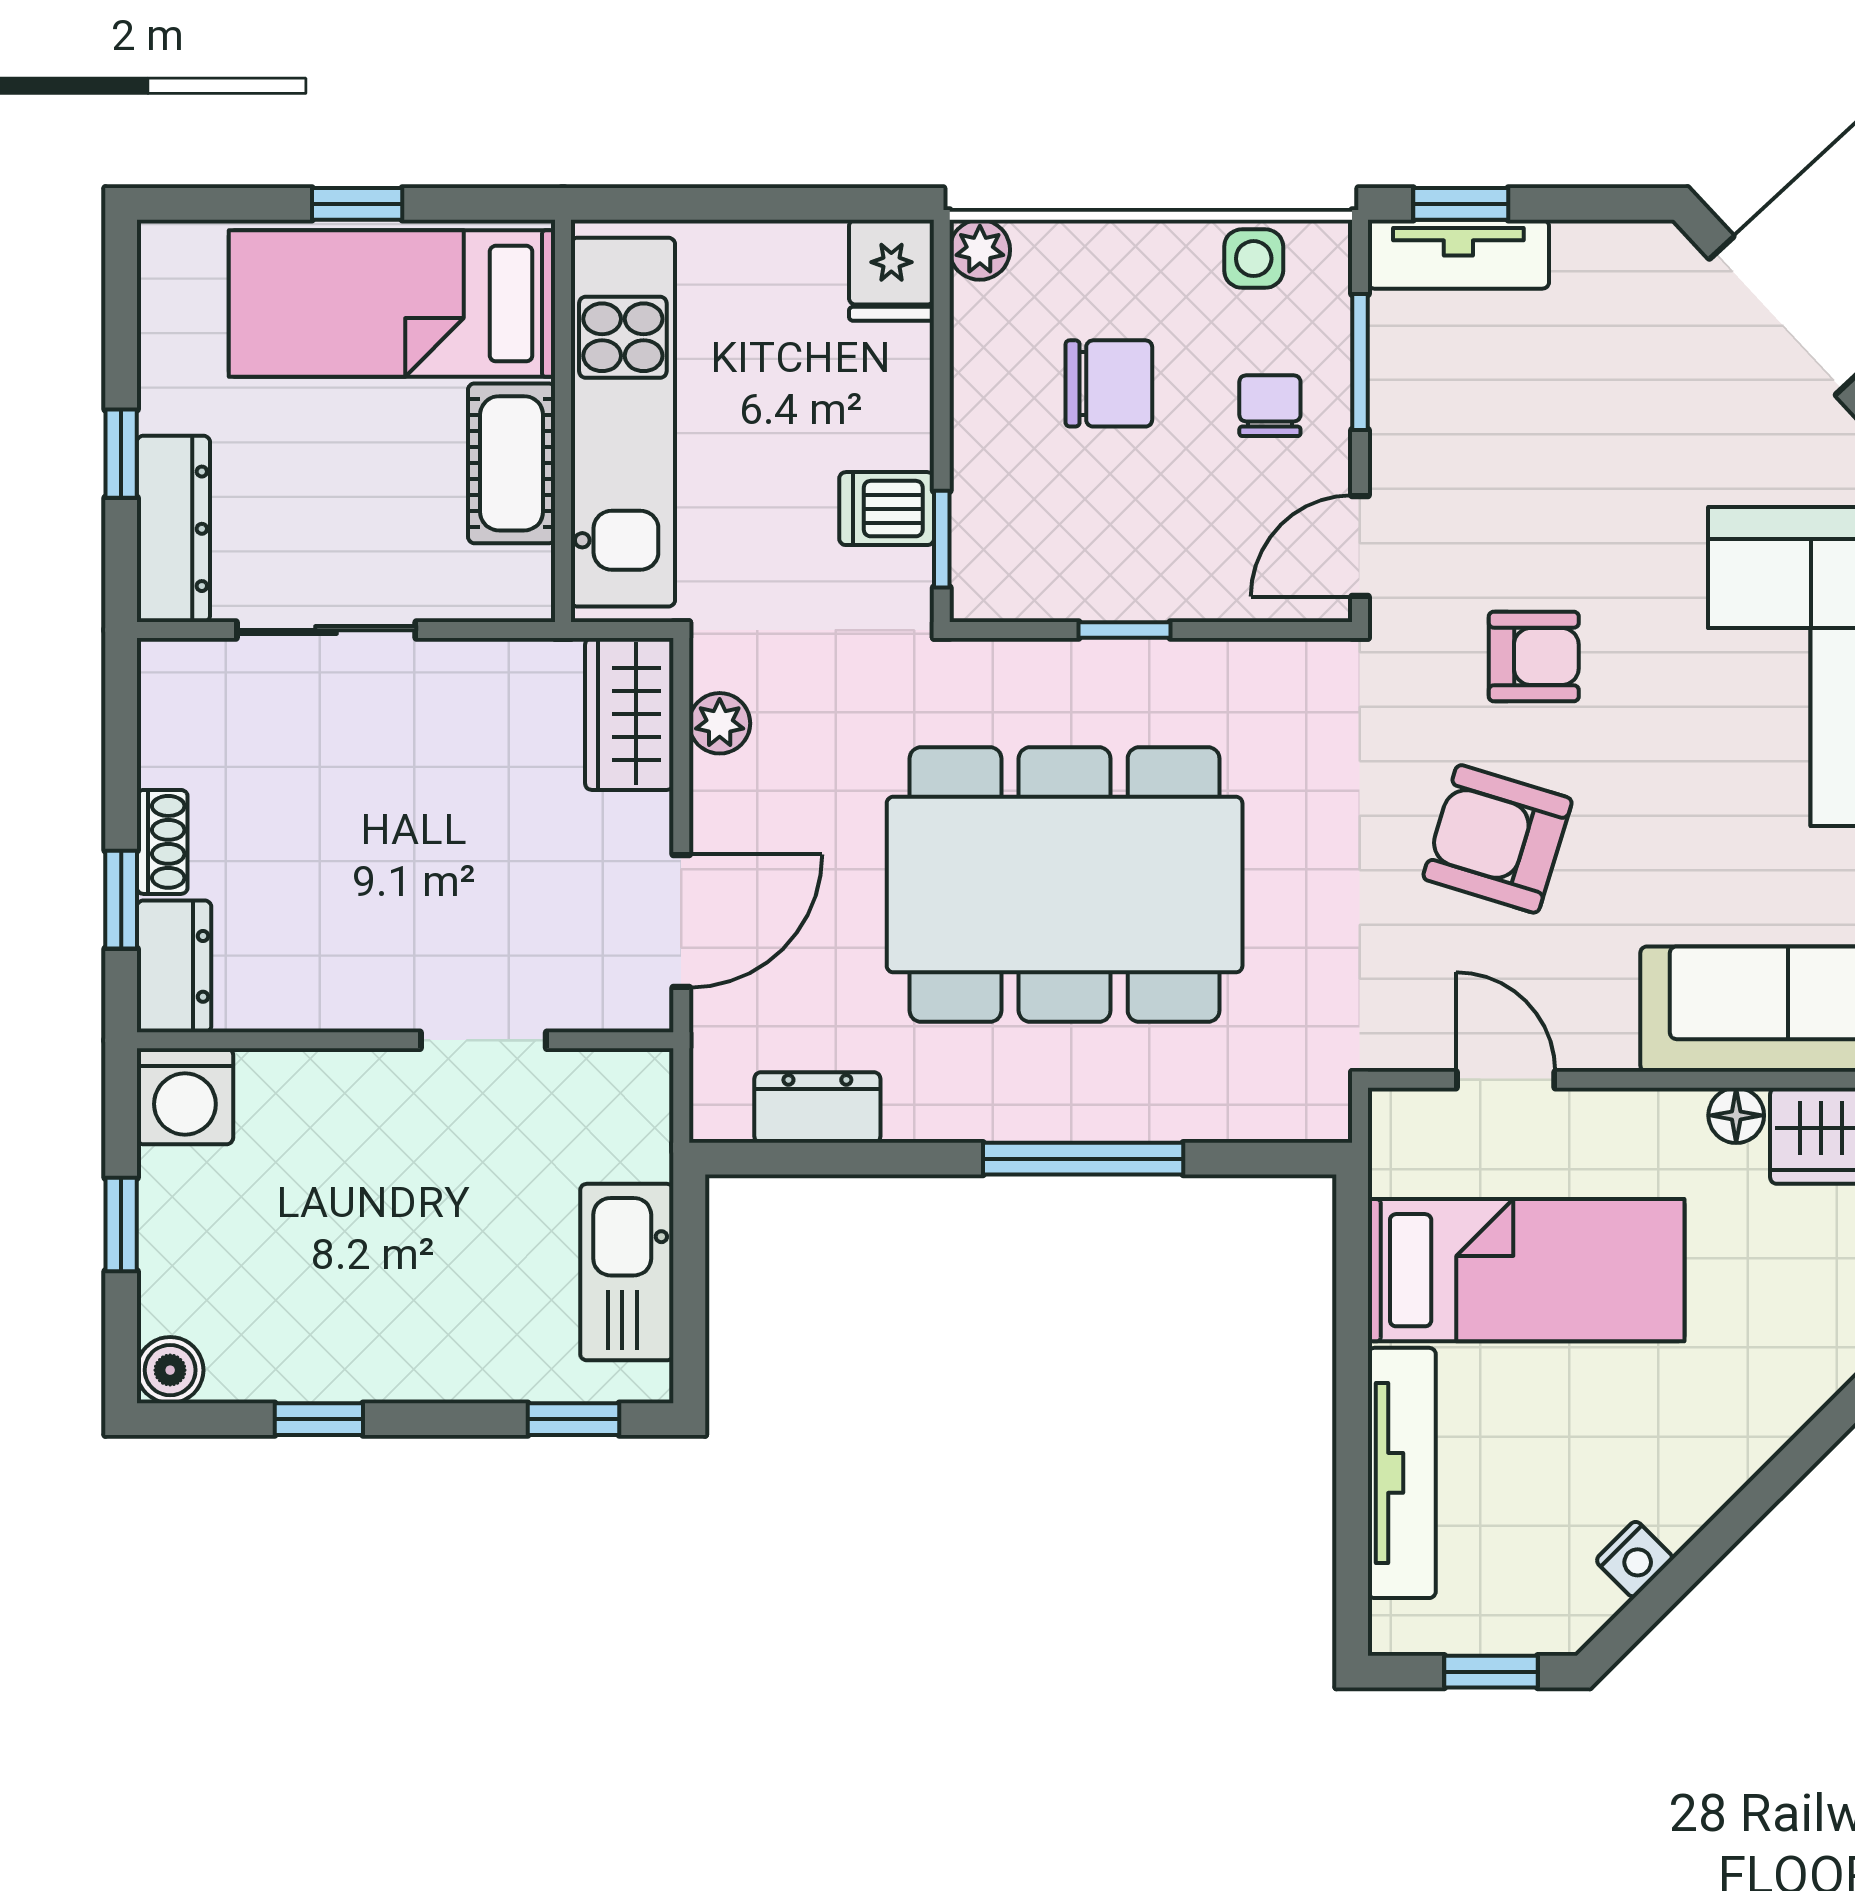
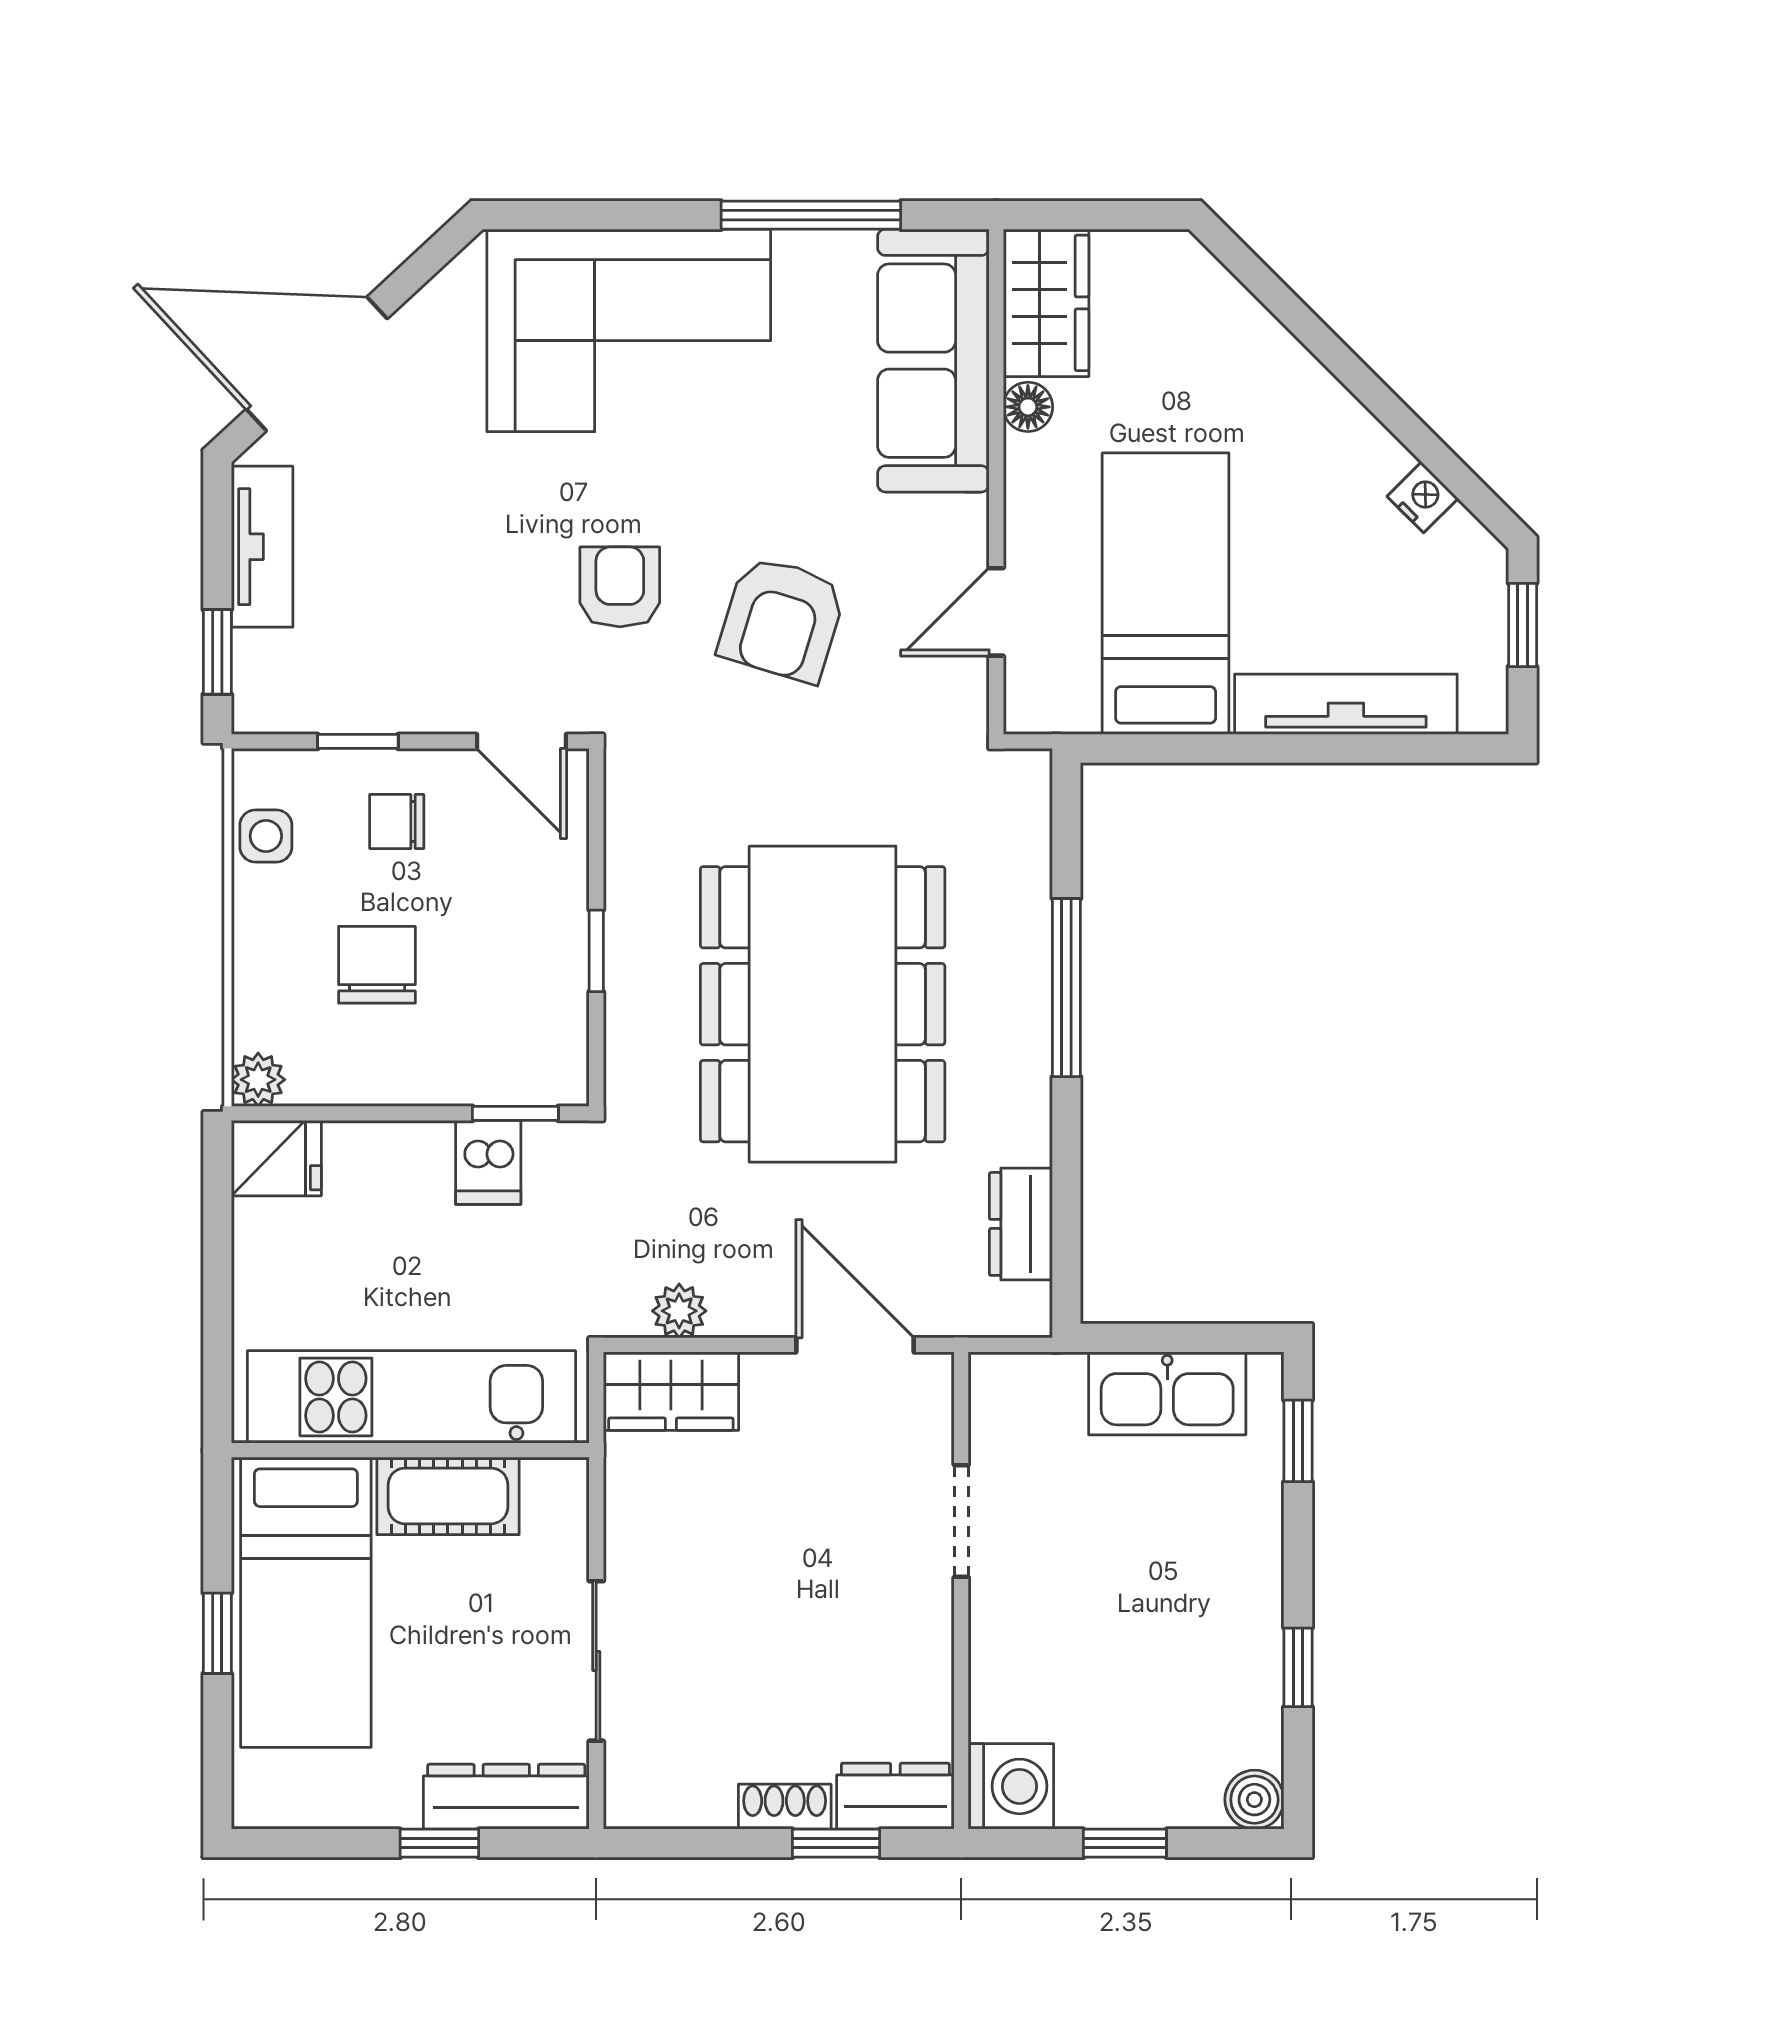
tv unit: (1458, 254) -> (262, 547), moved
window: (1360, 362) -> (358, 741), width x0.67

